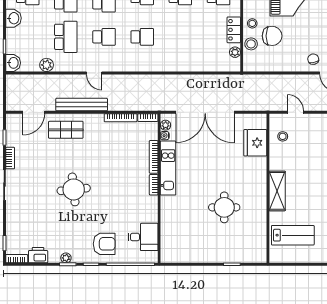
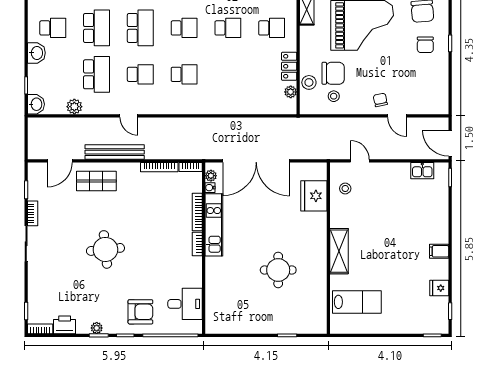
stool: (252, 23) -> (334, 96), moved

